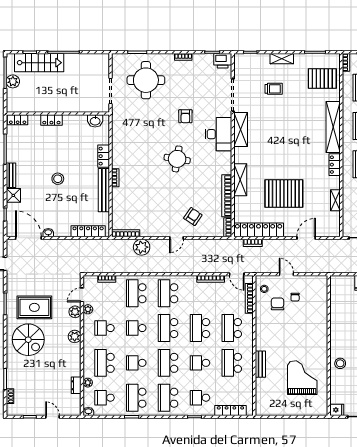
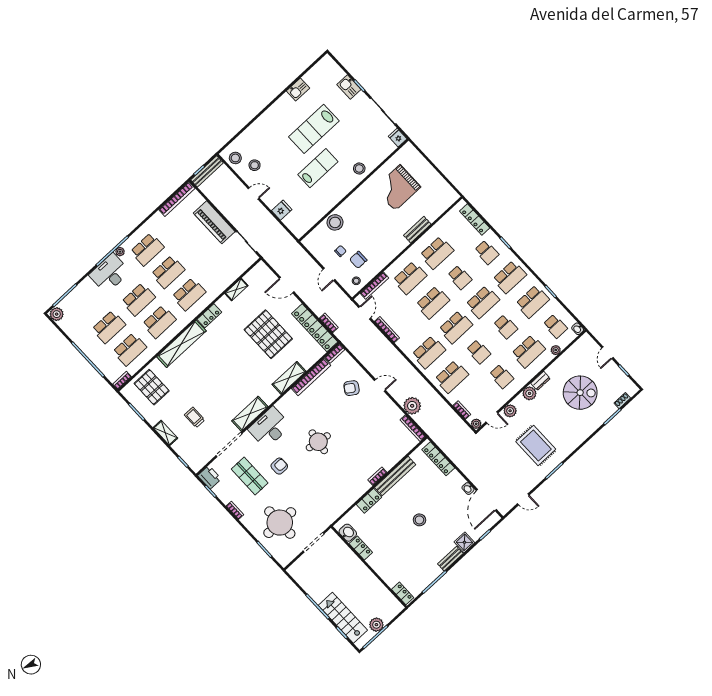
shop shelf: (198, 89) -> (250, 476), added
locker: (51, 120) -> (361, 548), moved
plant: (88, 309) -> (476, 424), moved
stool: (318, 312) -> (335, 222), added
spiral stairs: (28, 340) -> (580, 393), moved, turned 90
dresser: (76, 385) -> (540, 381), moved

